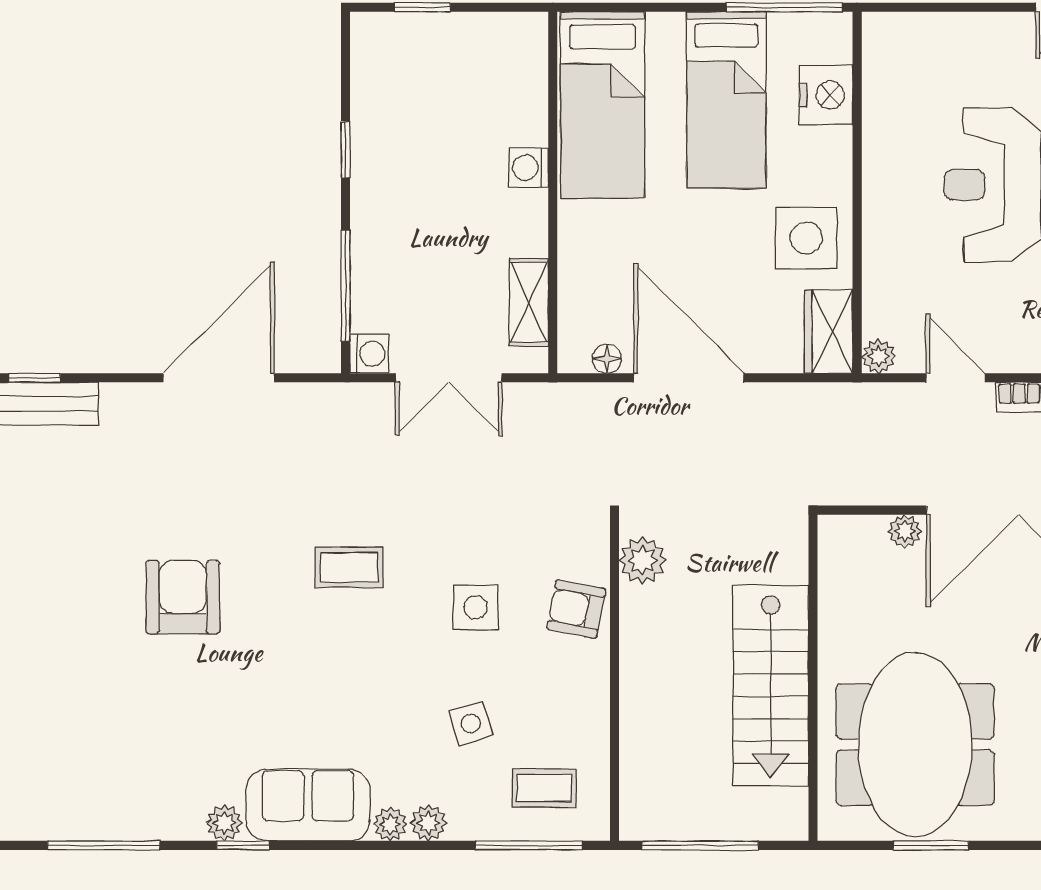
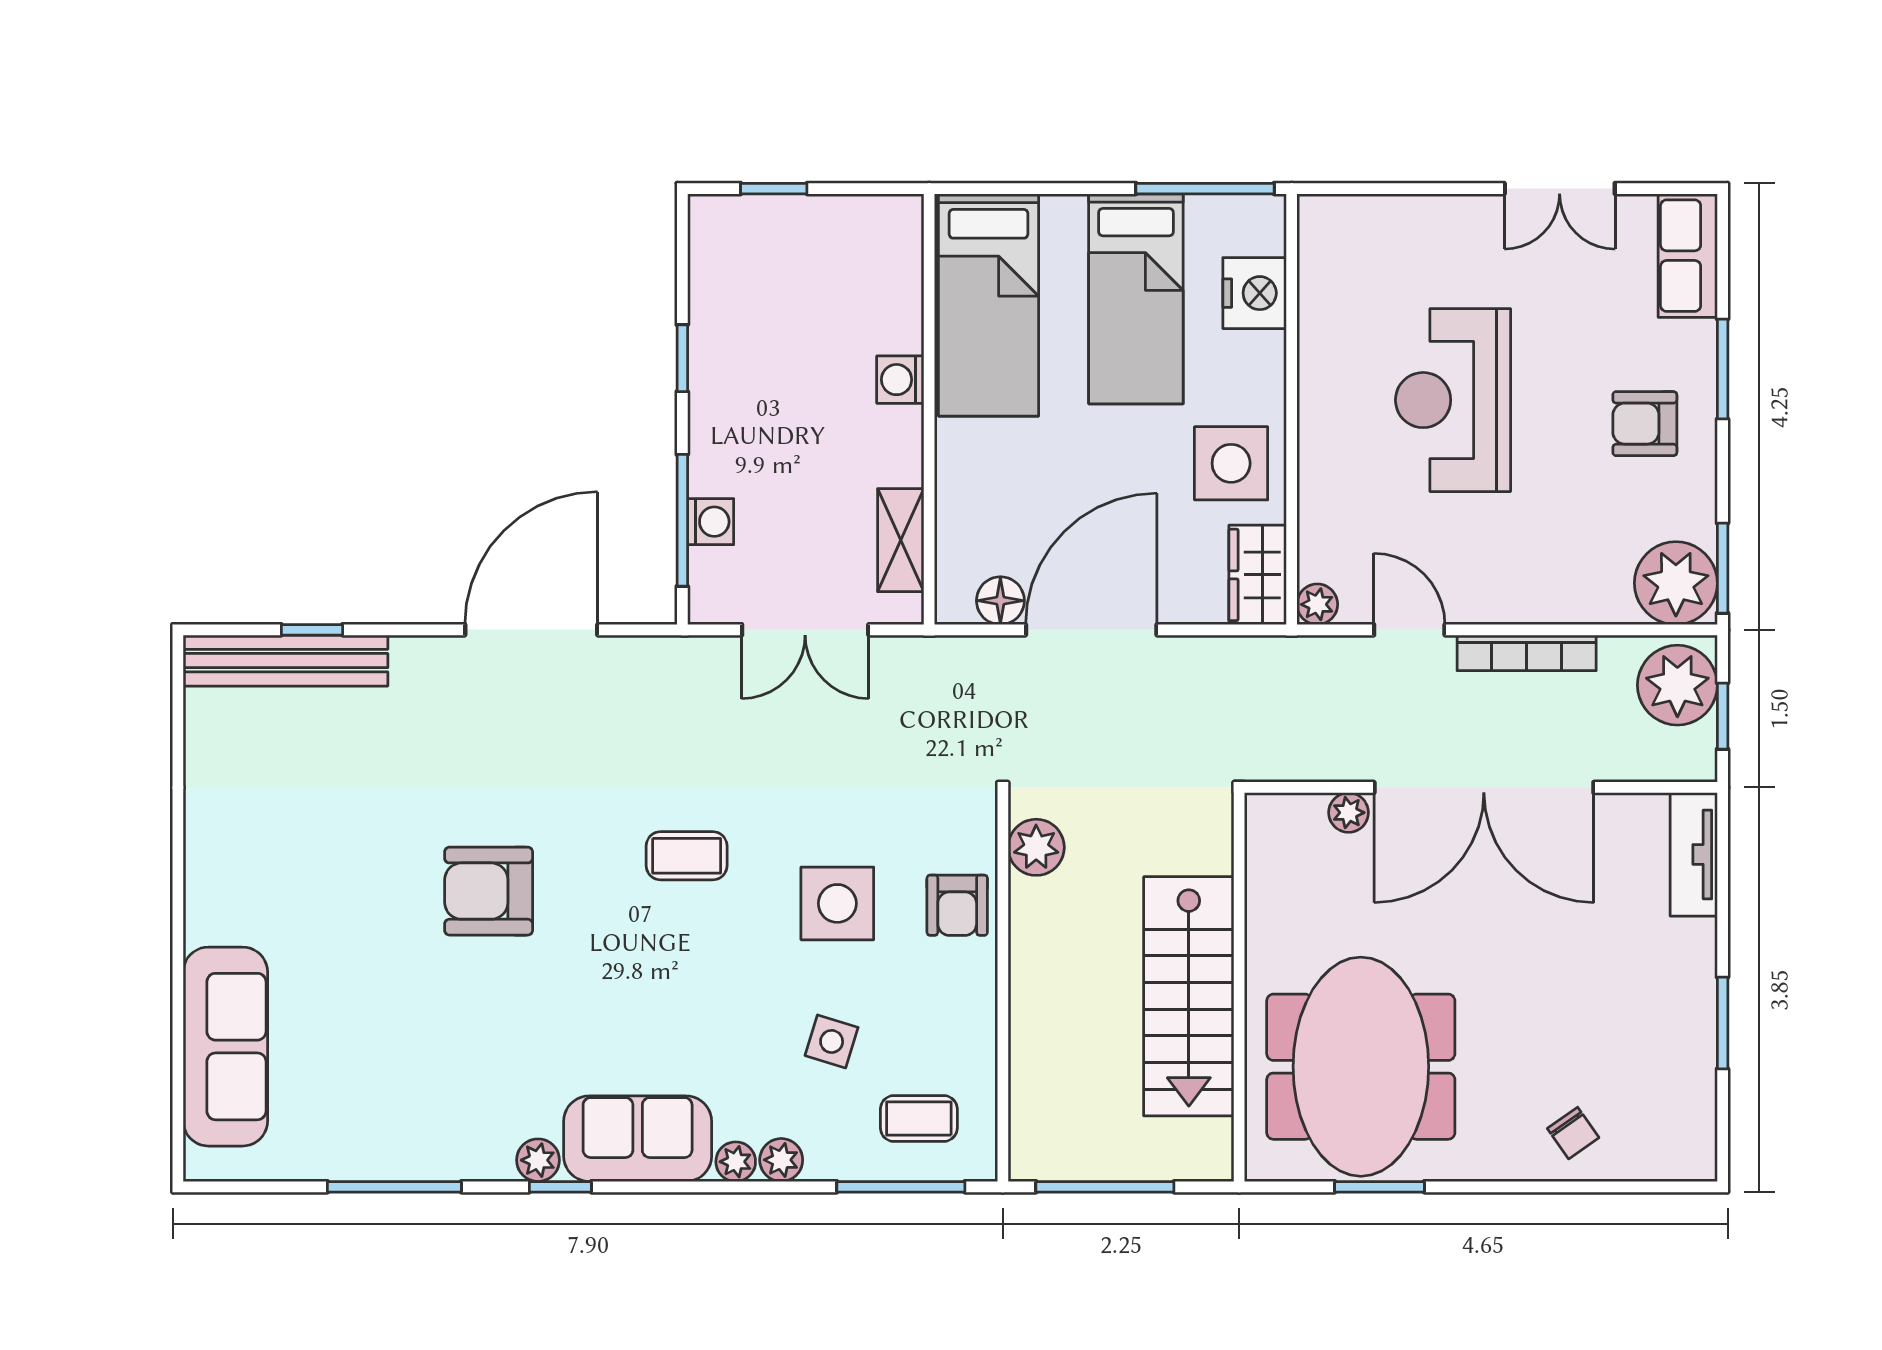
washing machine: (369, 354) -> (711, 522), moved
floor lamp: (607, 359) -> (1000, 601), width x1.37, depth x1.37
door: (689, 378) -> (1091, 630), hinge flipped
armchair: (183, 597) -> (489, 891), turned -90
side table: (476, 608) -> (837, 903), width x1.37, depth x1.37
armchair: (576, 609) -> (957, 905), turned -101
side table: (471, 723) -> (832, 1041), turned 34

